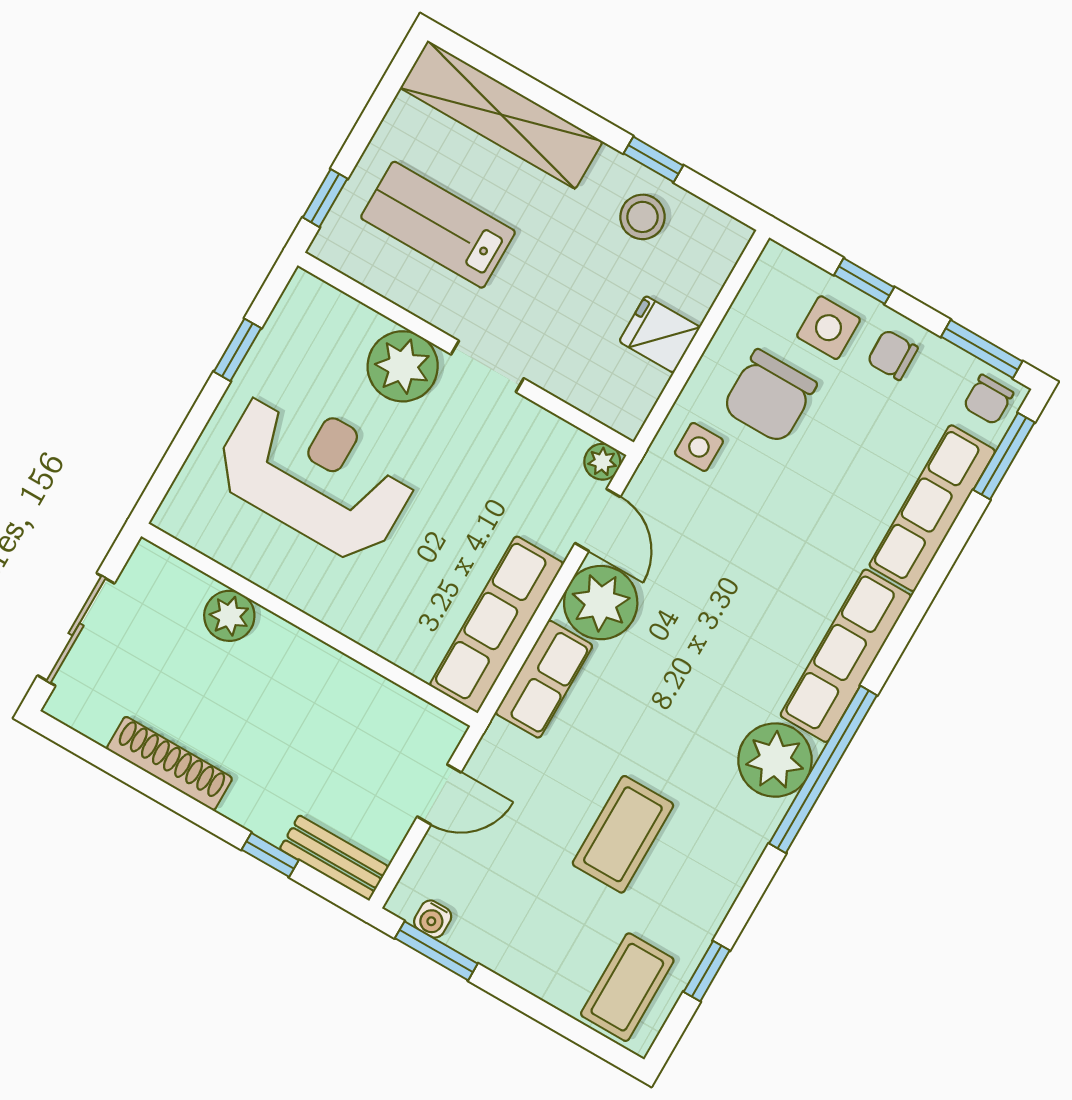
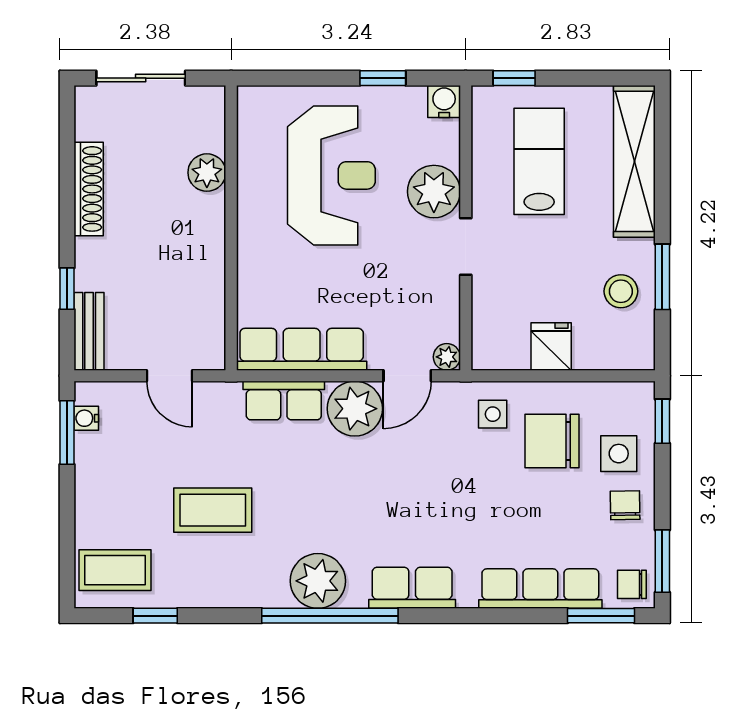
window: (653, 159) -> (662, 277), width x1.50
window: (864, 281) -> (662, 421), moved
water cooler: (305, 295) -> (444, 101), added
row of seats: (846, 656) -> (412, 588), width x0.68

